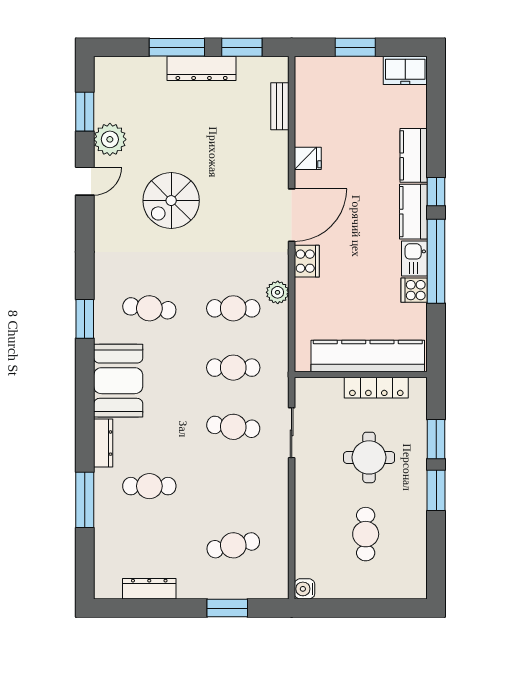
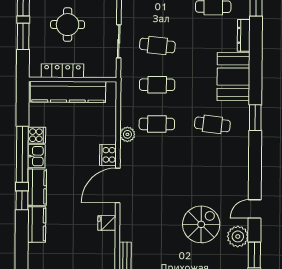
spiral stairs: (171, 201) -> (201, 224), moved

